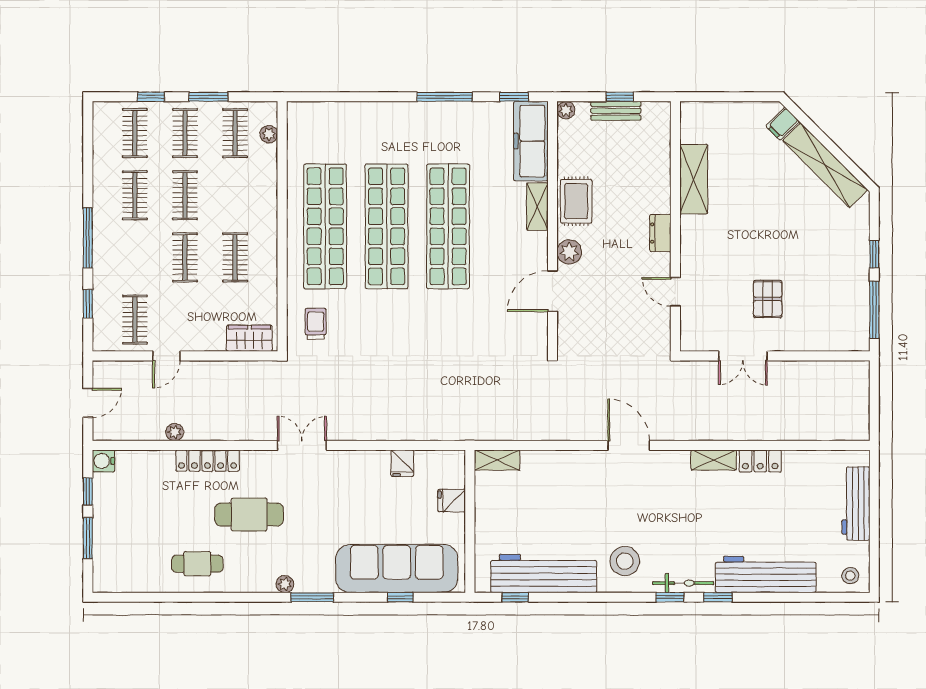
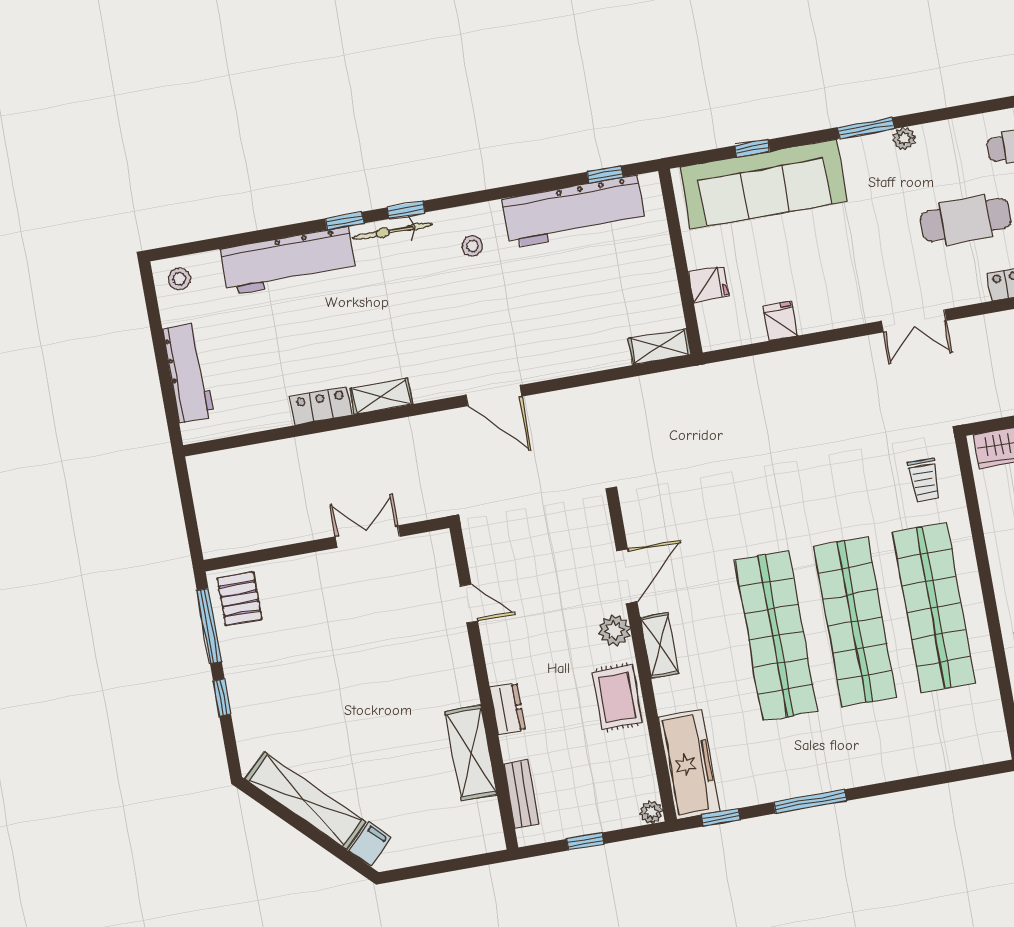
bench: (616, 111) -> (521, 794), moved, turned 90
shelving: (537, 207) -> (659, 646), moved
dresser: (660, 233) -> (508, 709), moved
pallet: (768, 299) -> (240, 599), moved
stool: (625, 561) -> (472, 246), width x0.53, depth x0.53

